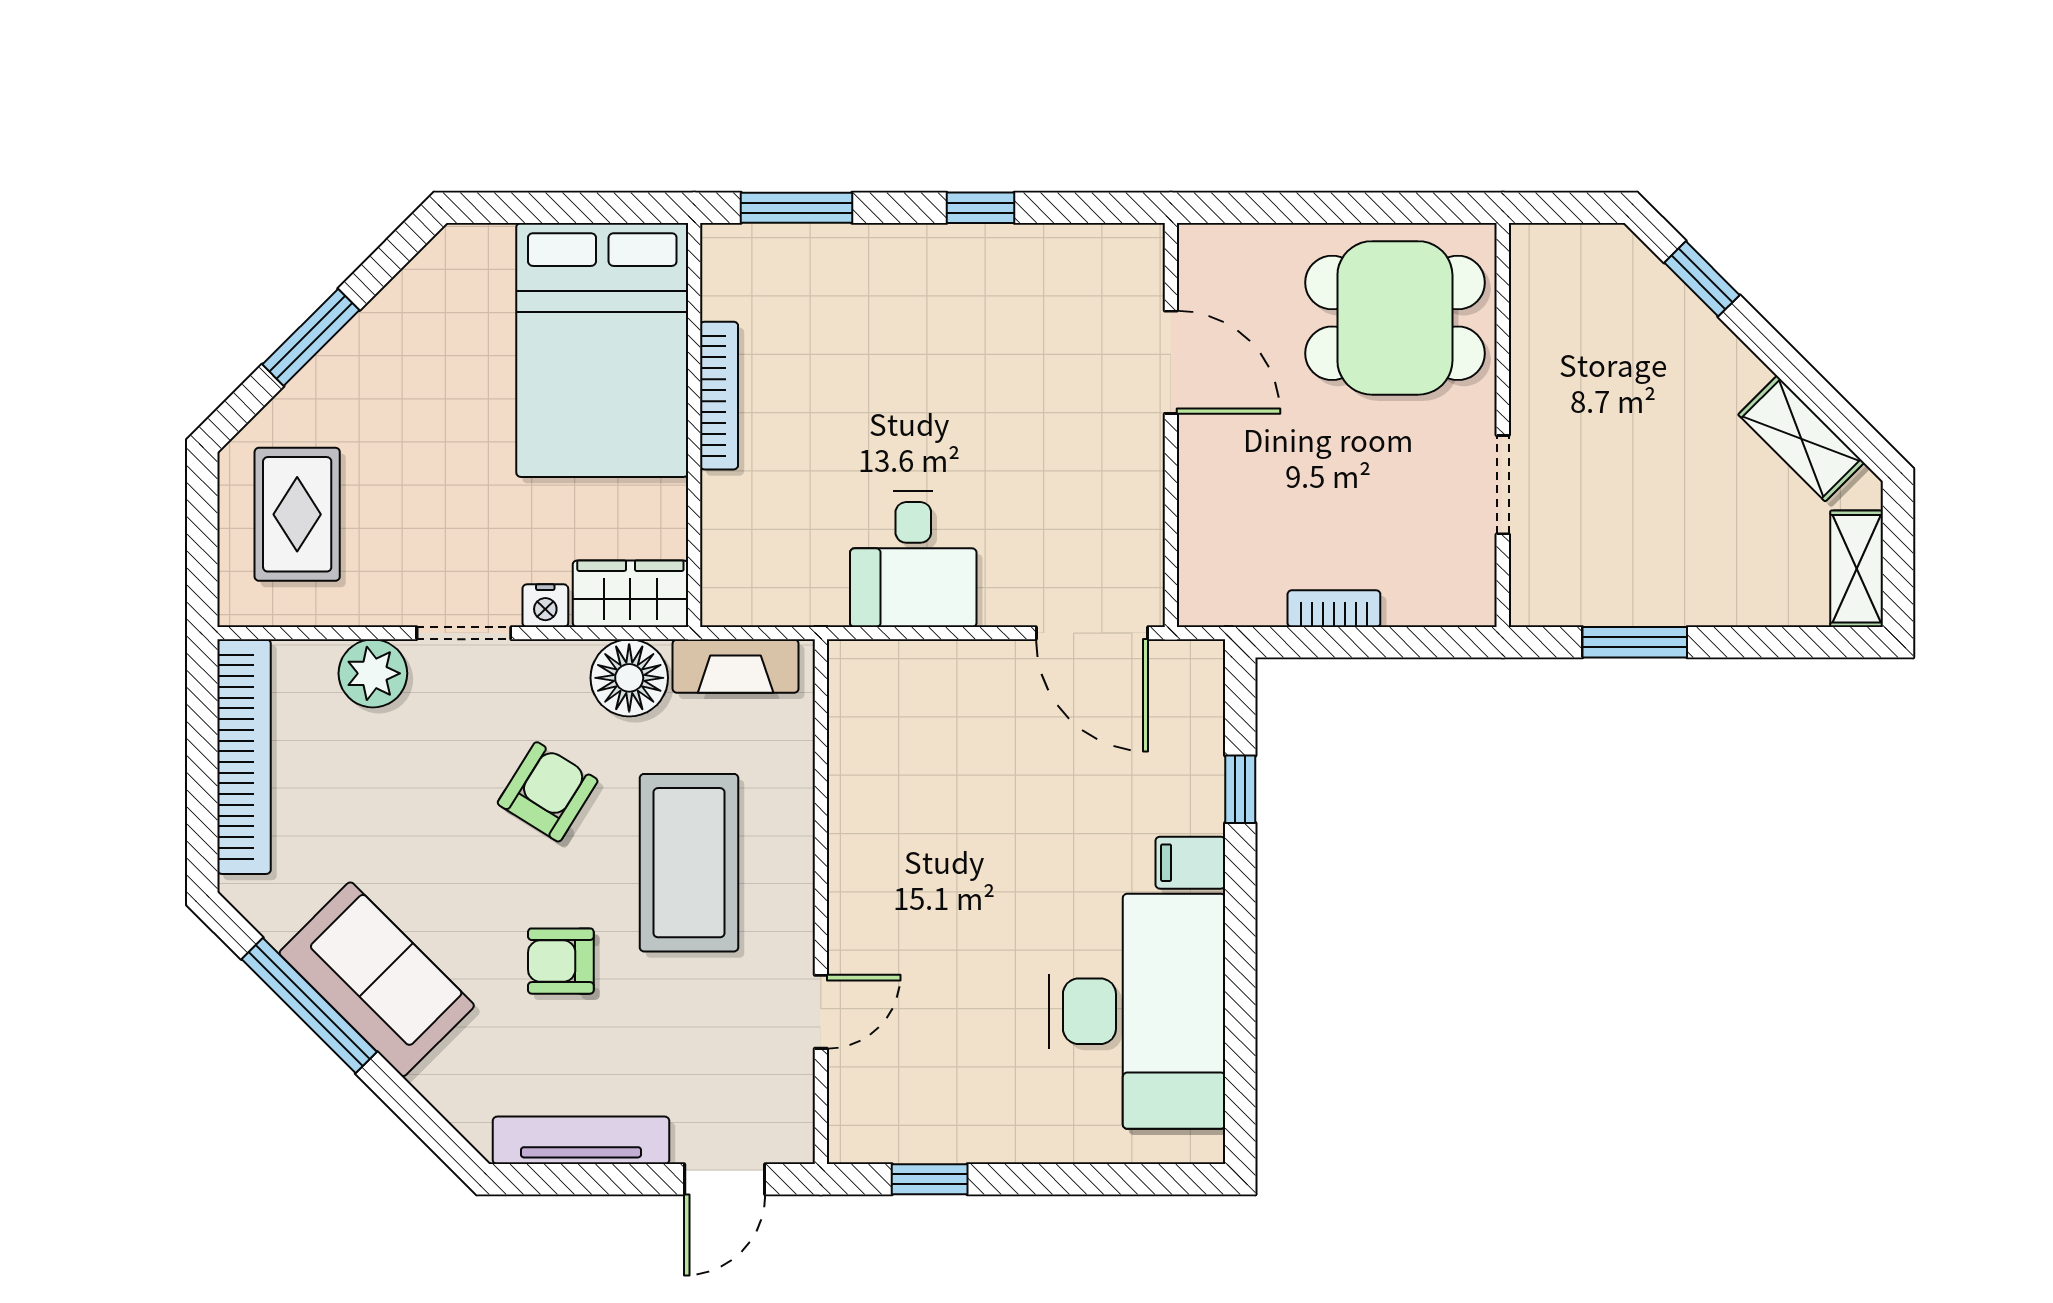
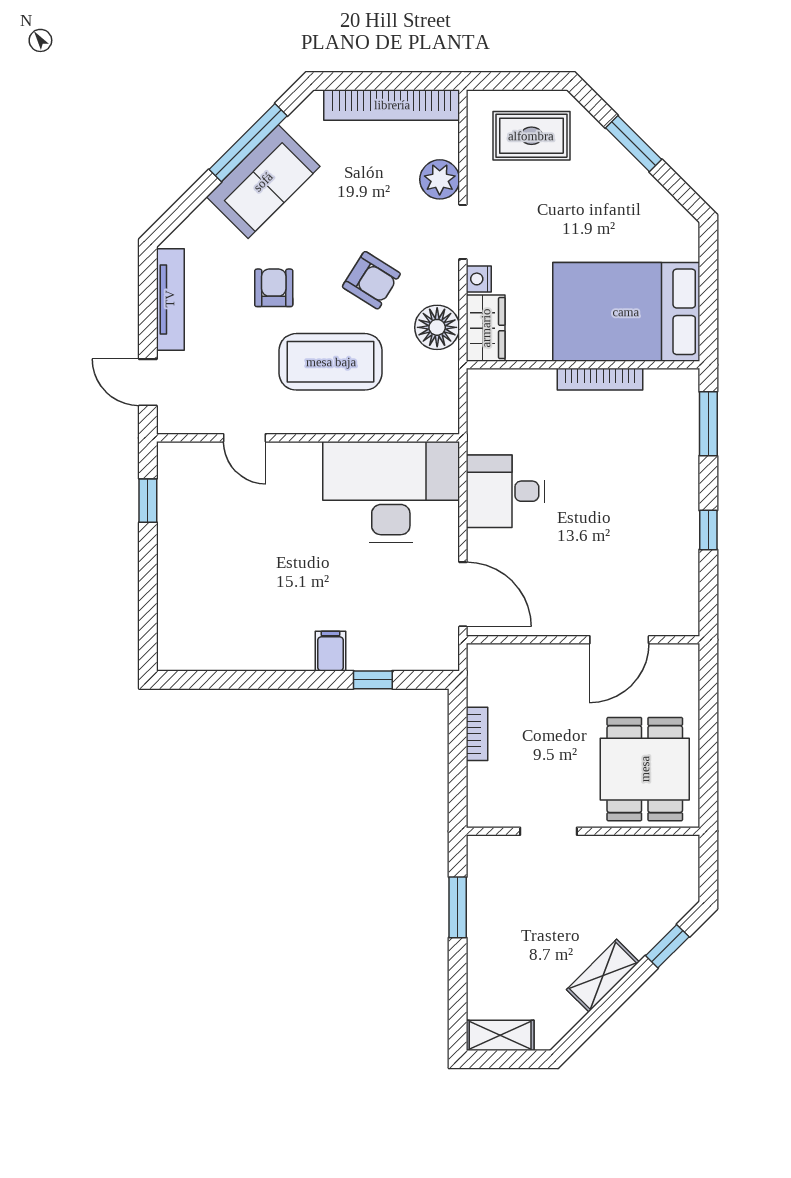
shelving: (1801, 439) -> (603, 976), moved
door: (1092, 633) -> (463, 594), swing flipped
fireplace: (736, 666) -> (444, 389), removed
desk: (1137, 1011) -> (391, 492), moved, turned 180

